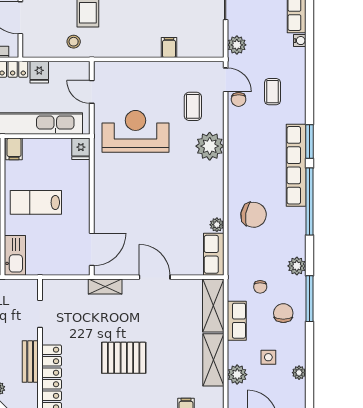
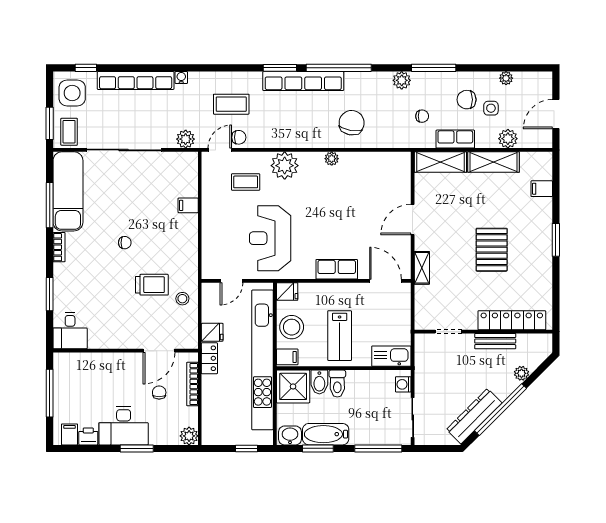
coffee table: (272, 92) -> (231, 104), width x1.36, depth x1.30
stool: (45, 153) -> (292, 327), added
plant: (217, 225) -> (332, 159), moved
row of seats: (214, 254) -> (337, 269), moved, turned 180
chair: (283, 313) -> (467, 100), moved

